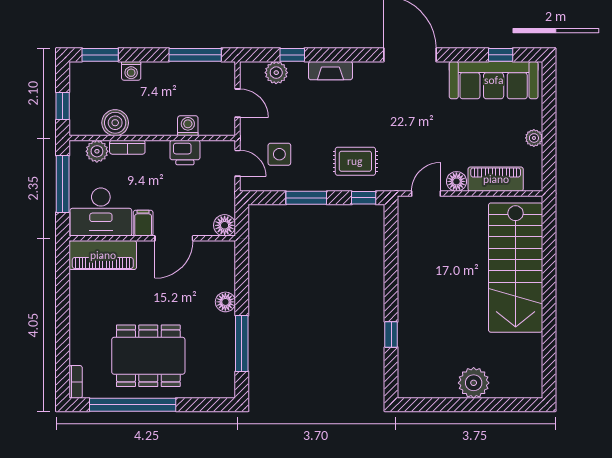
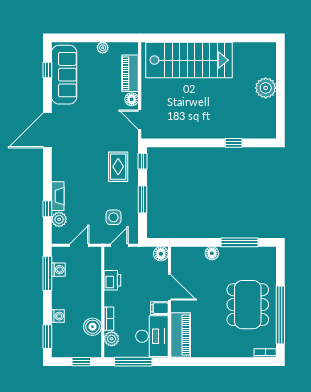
fireplace: (330, 71) -> (58, 196), moved
washing machine: (188, 126) -> (58, 270), moved, turned 180

